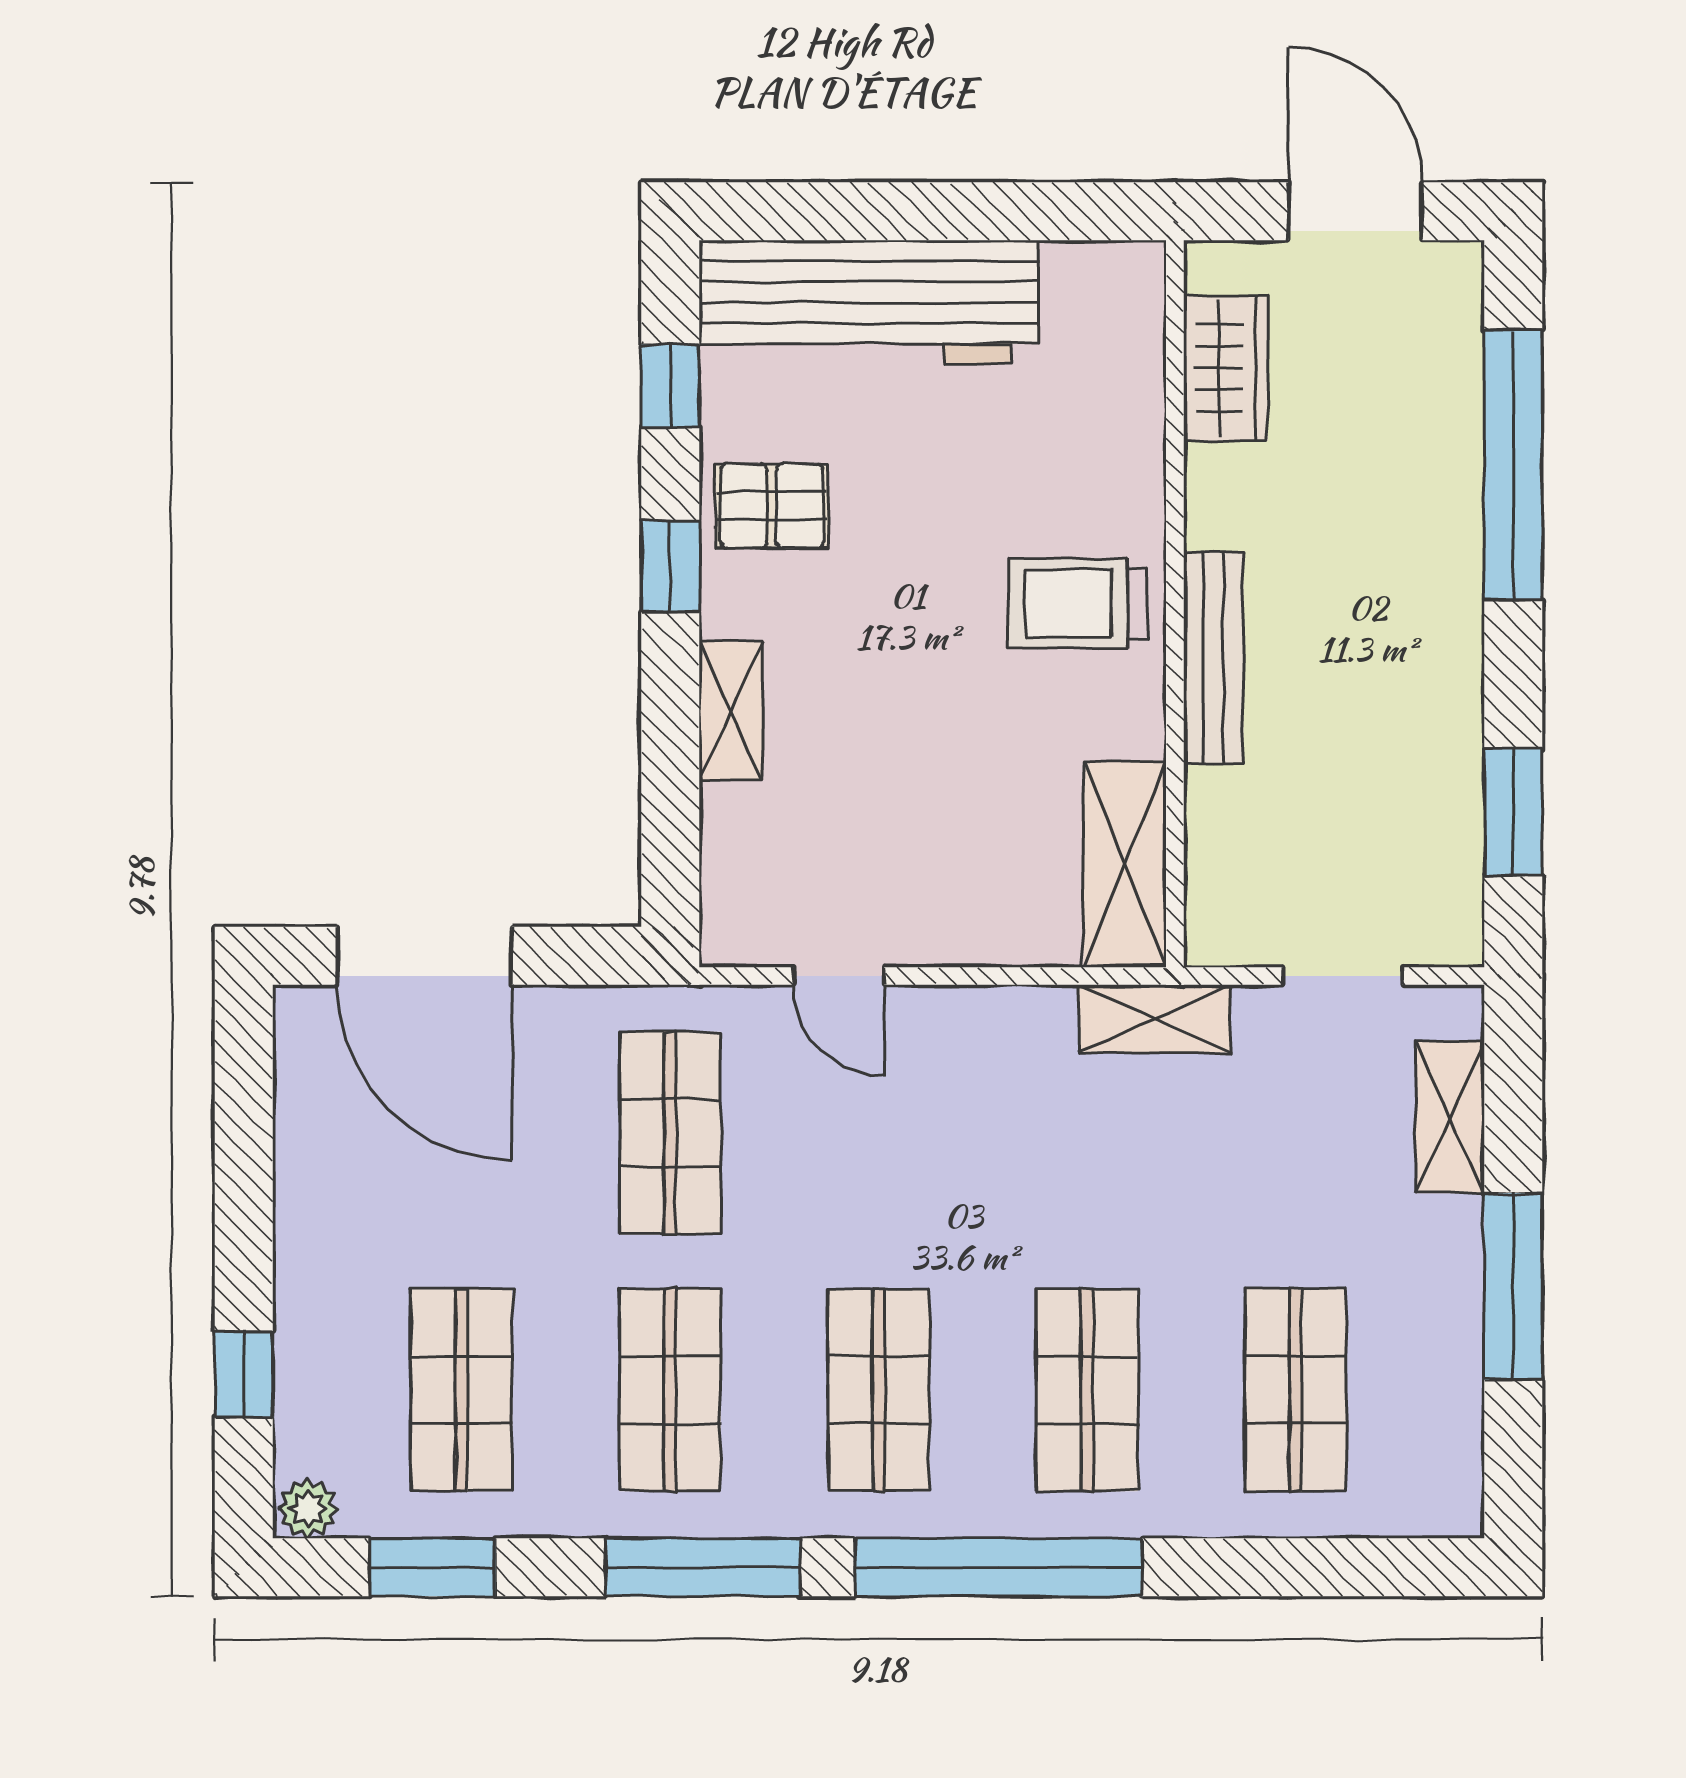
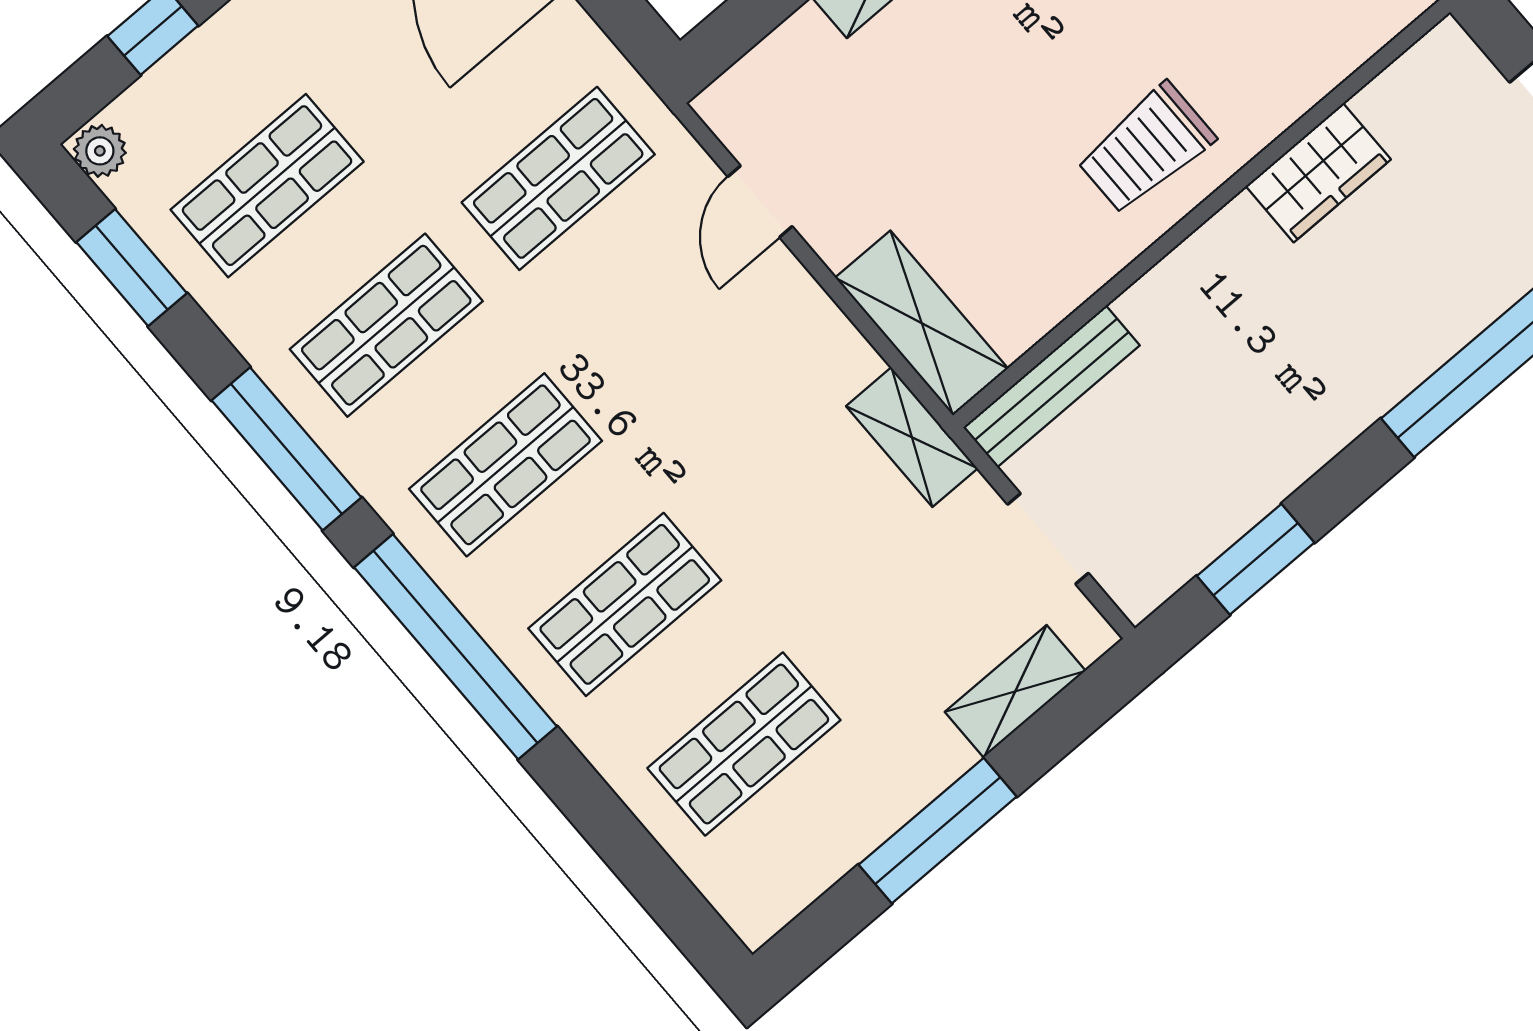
wardrobe: (1226, 368) -> (1318, 173), moved
trolley: (1078, 604) -> (1146, 148), turned -90
bench: (1213, 658) -> (1051, 386), moved
shelving: (1125, 864) -> (922, 323), moved, turned 90

